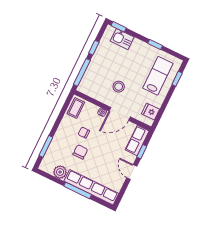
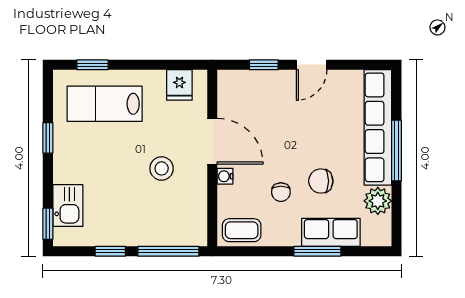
row of seats: (137, 140) -> (331, 232), moved, turned 180
window: (46, 146) -> (317, 251), moved

